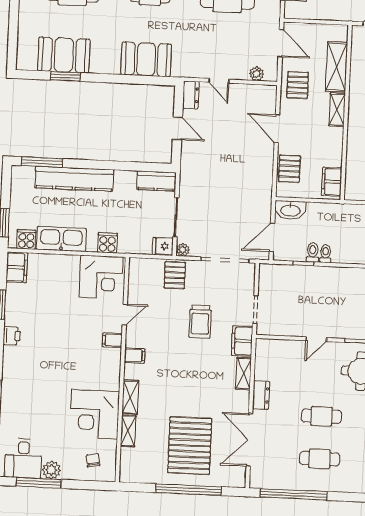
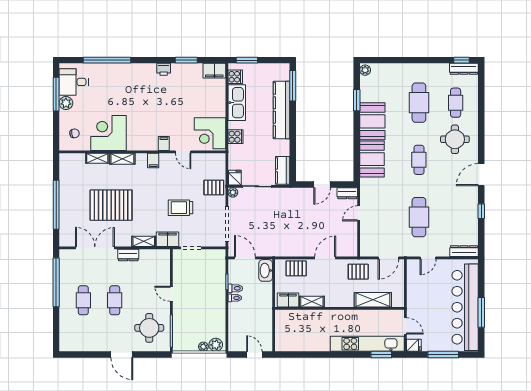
booth: (64, 55) -> (372, 121), moved
plant: (257, 74) -> (365, 70), moved
shelving: (337, 110) -> (312, 302), moved
pallet: (190, 446) -> (111, 205), moved

